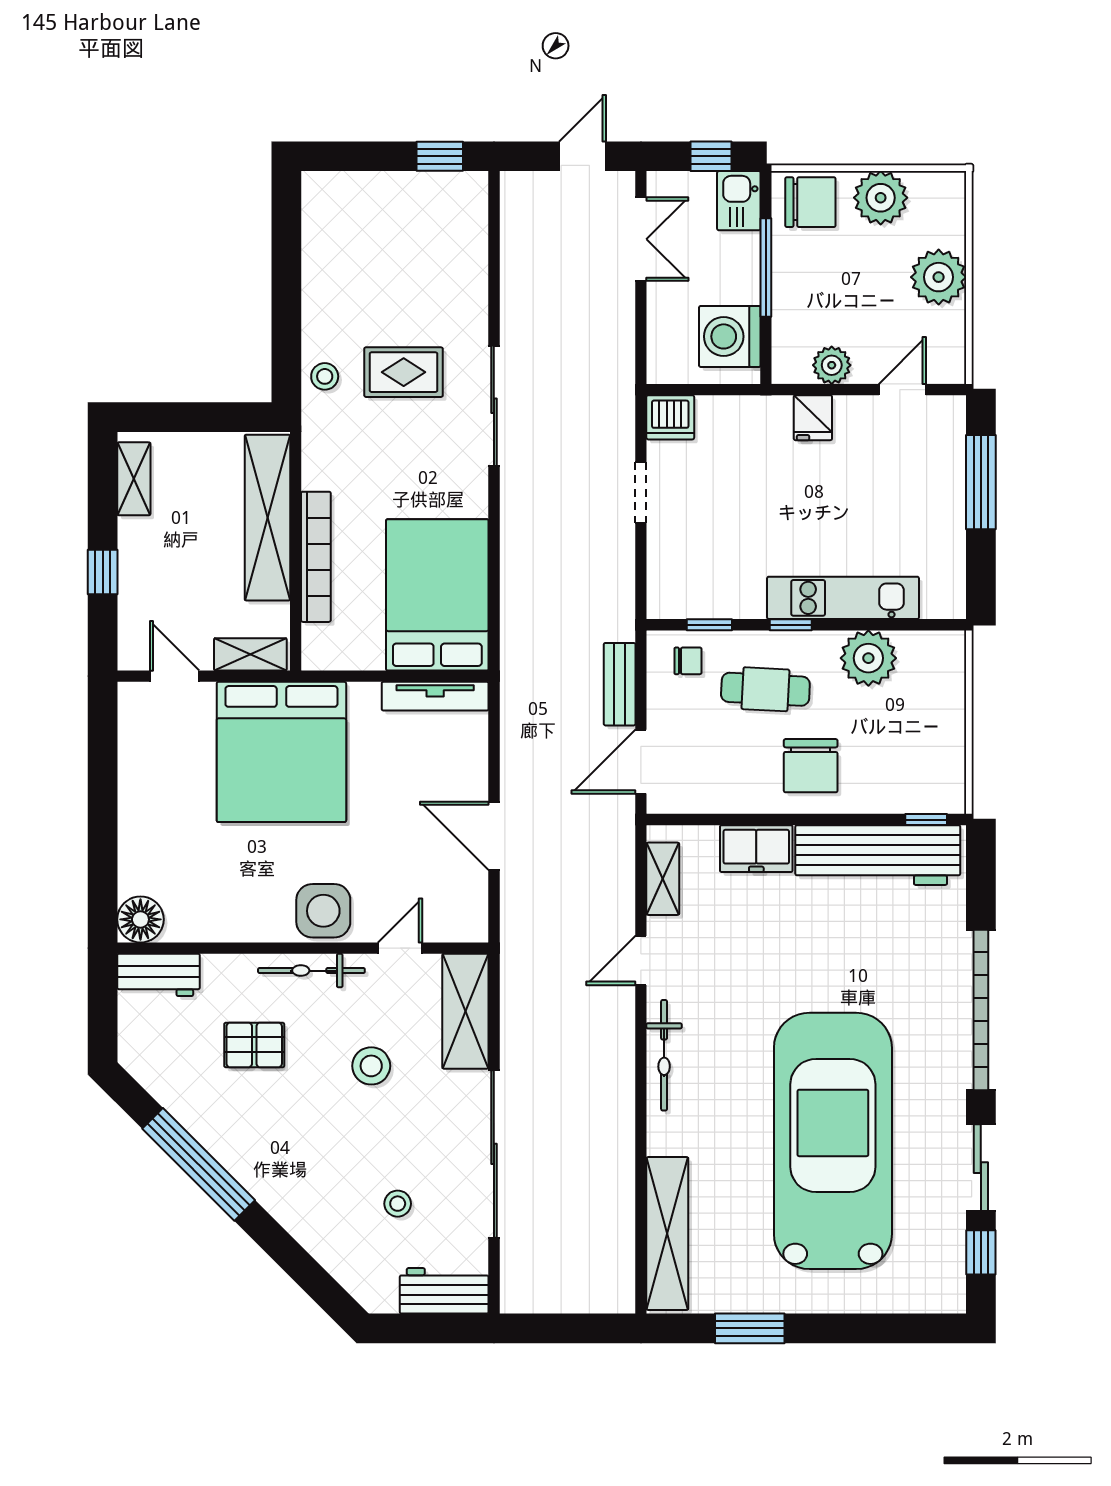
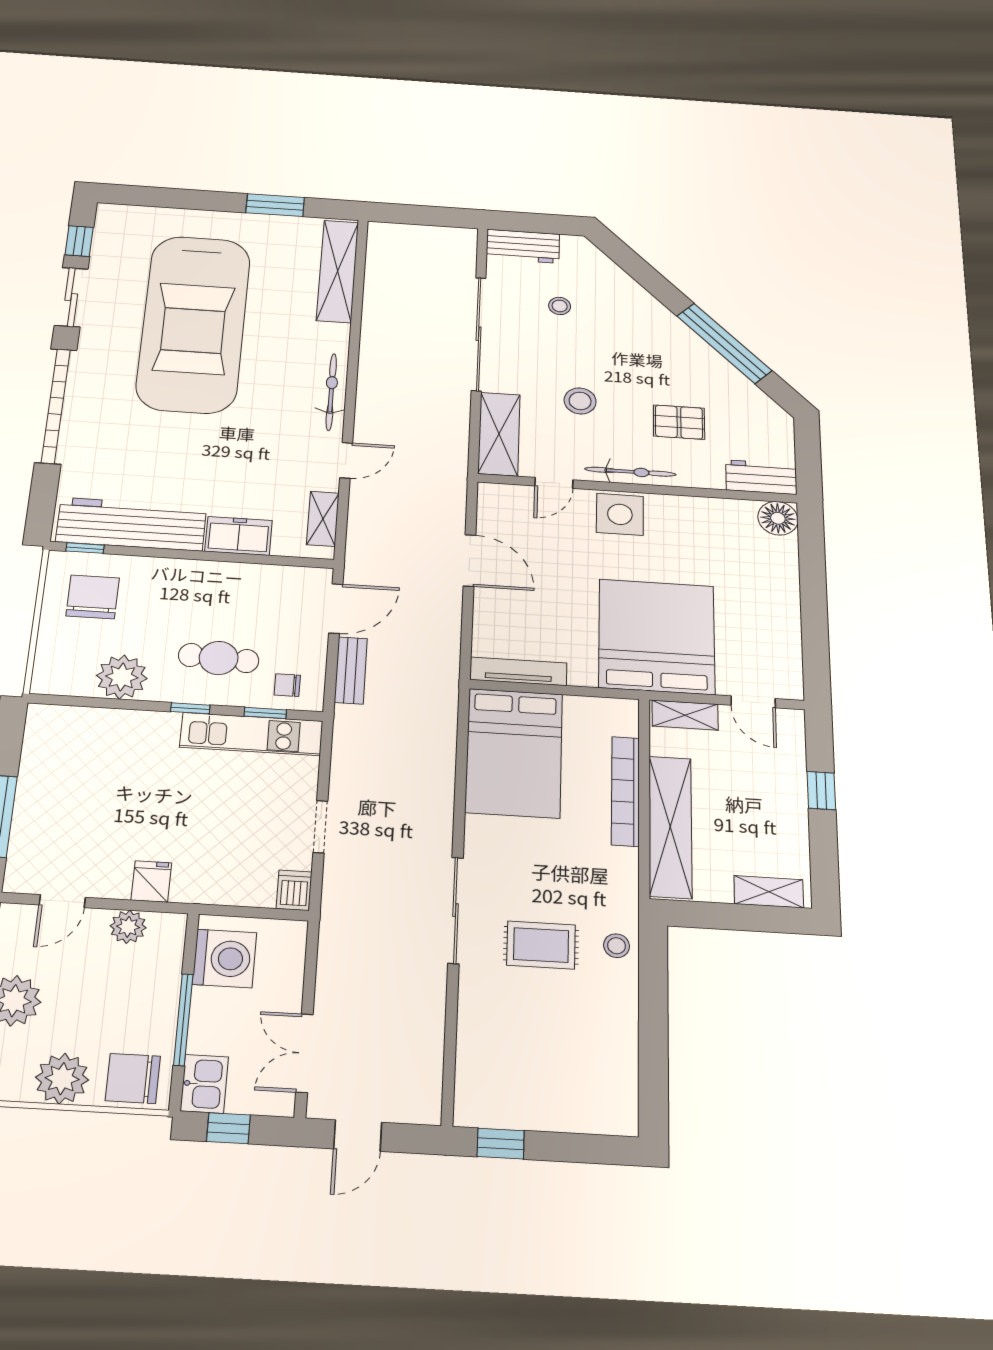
dishwasher: (670, 417) -> (294, 890), width x0.73
shelving: (134, 479) -> (769, 892), moved, turned 90
kitchen unit: (843, 598) -> (251, 734), moved
chair: (811, 766) -> (93, 597), moved

